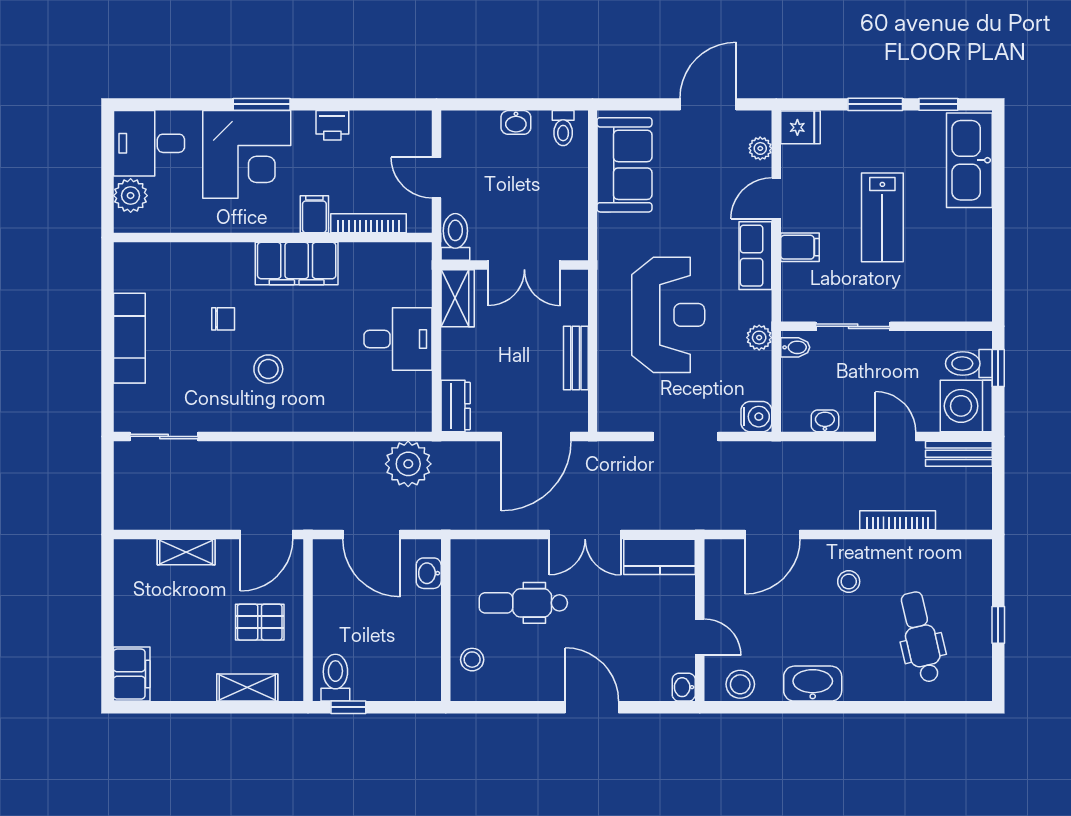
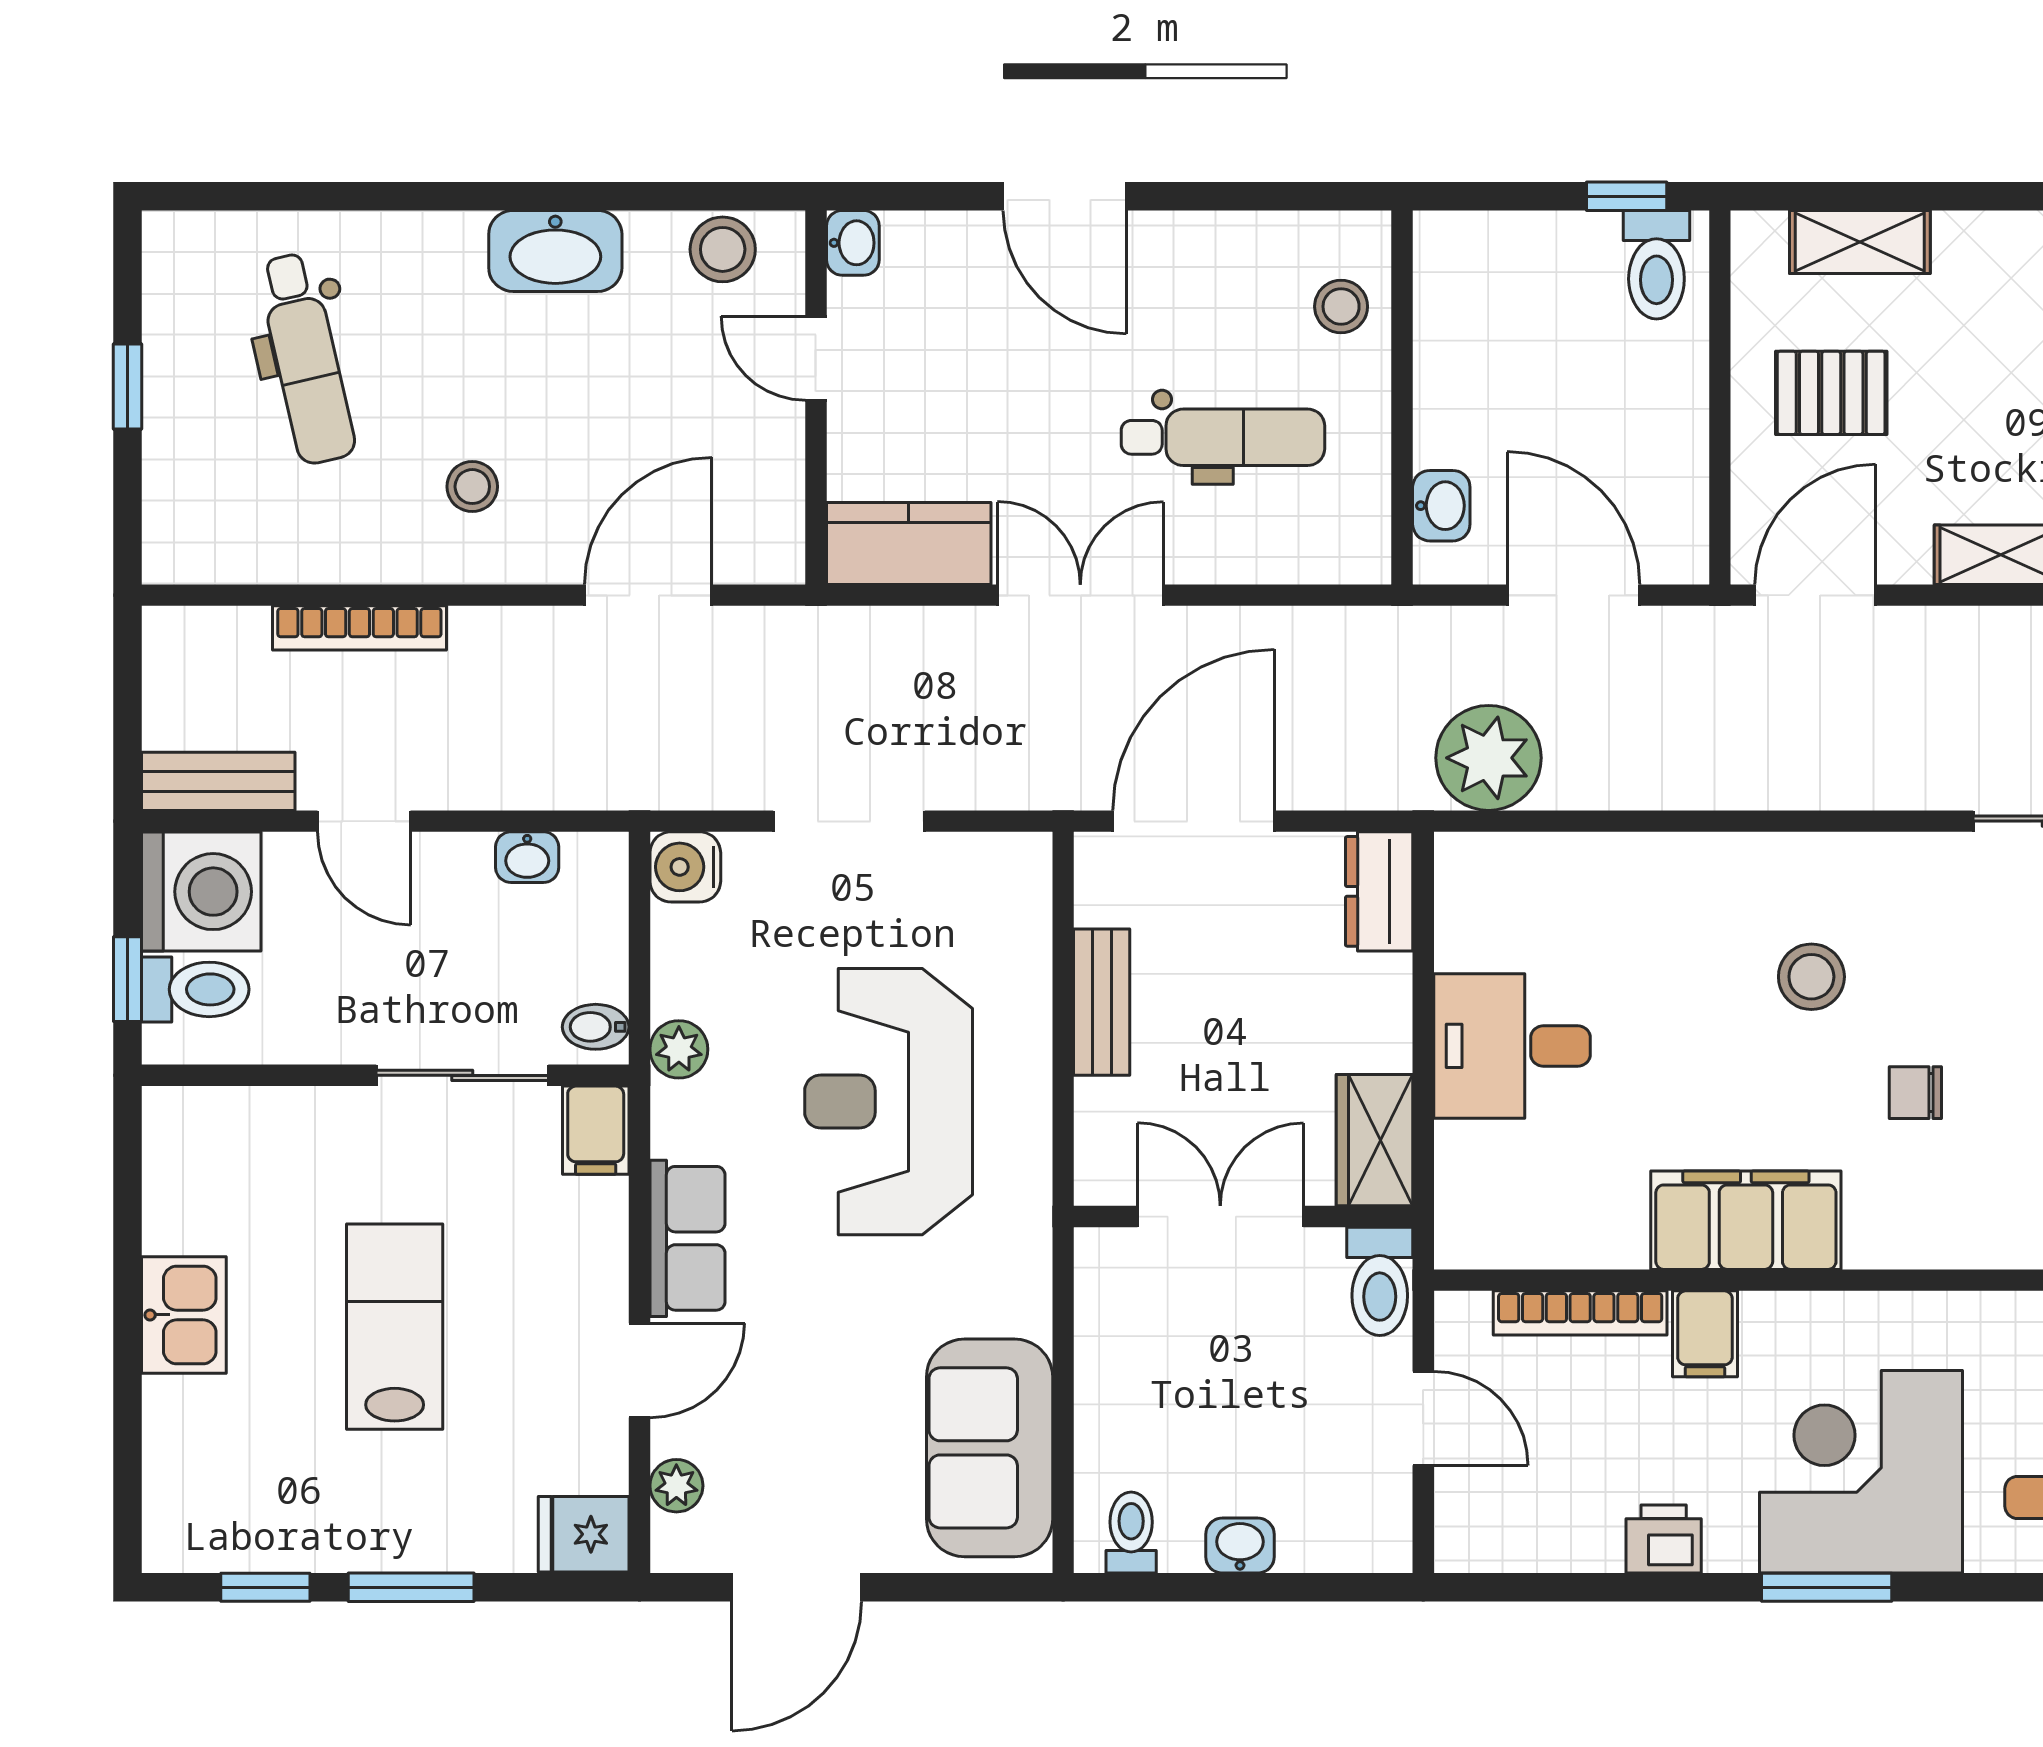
kitchen sink: (969, 160) -> (184, 1315), moved, width x0.53, depth x0.81
filing cabinet: (800, 247) -> (596, 1130), moved, turned -90

